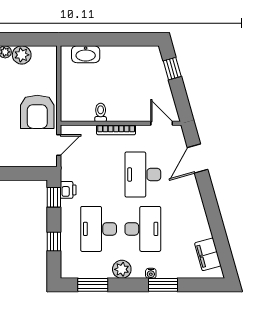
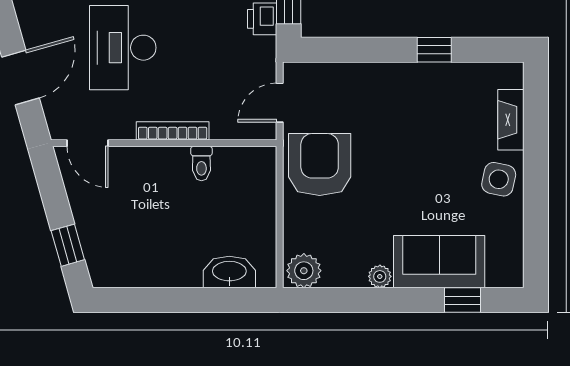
plant: (22, 55) -> (304, 271), moved
desk: (143, 174) -> (123, 48), turned 180

